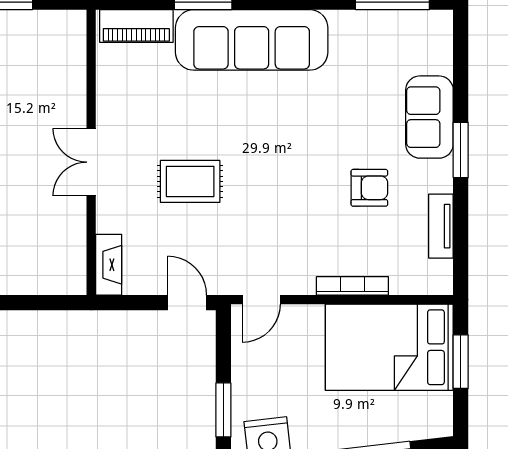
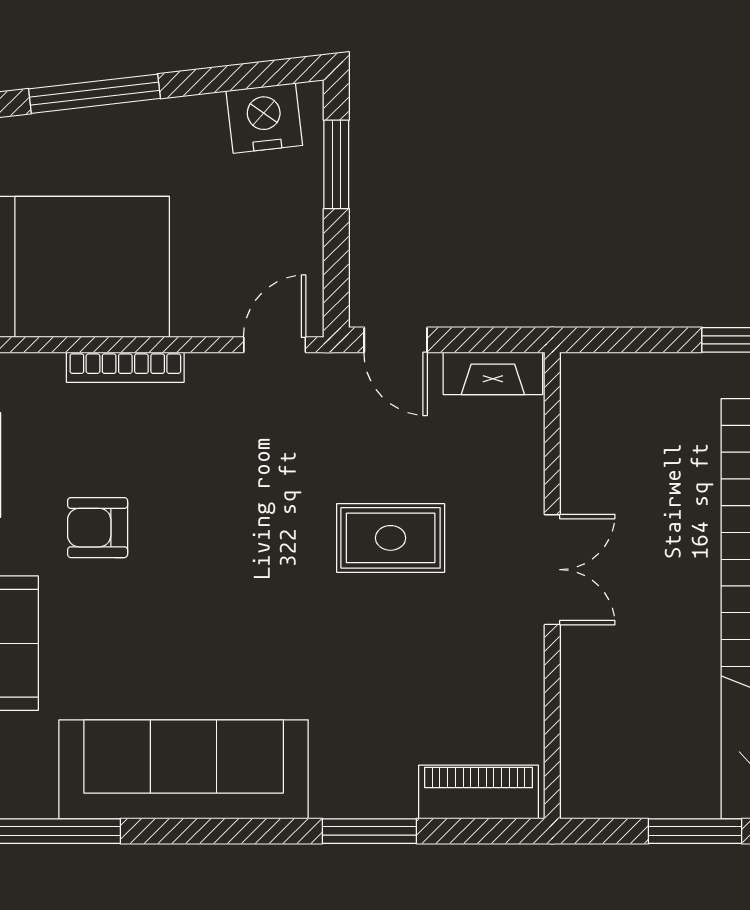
sofa: (252, 40) -> (184, 769), moved
fireplace: (109, 265) -> (493, 373), moved, turned -90

